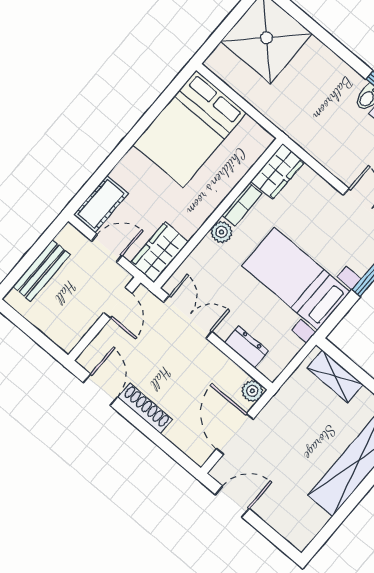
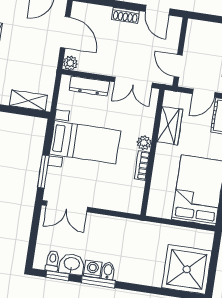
wardrobe: (278, 172) -> (133, 197), removed
wardrobe: (159, 252) -> (170, 126), moved
dresser: (246, 347) -> (89, 86), width x1.44
shoe rack: (145, 408) -> (125, 15), width x0.70

